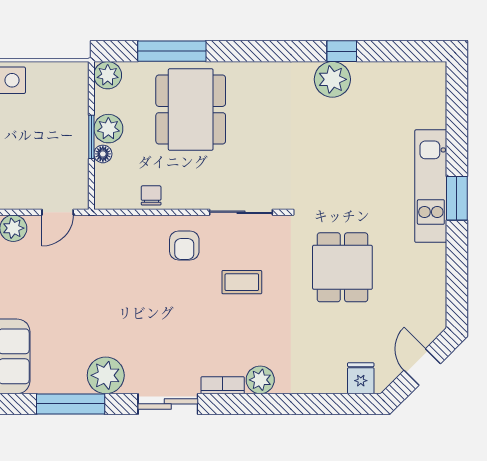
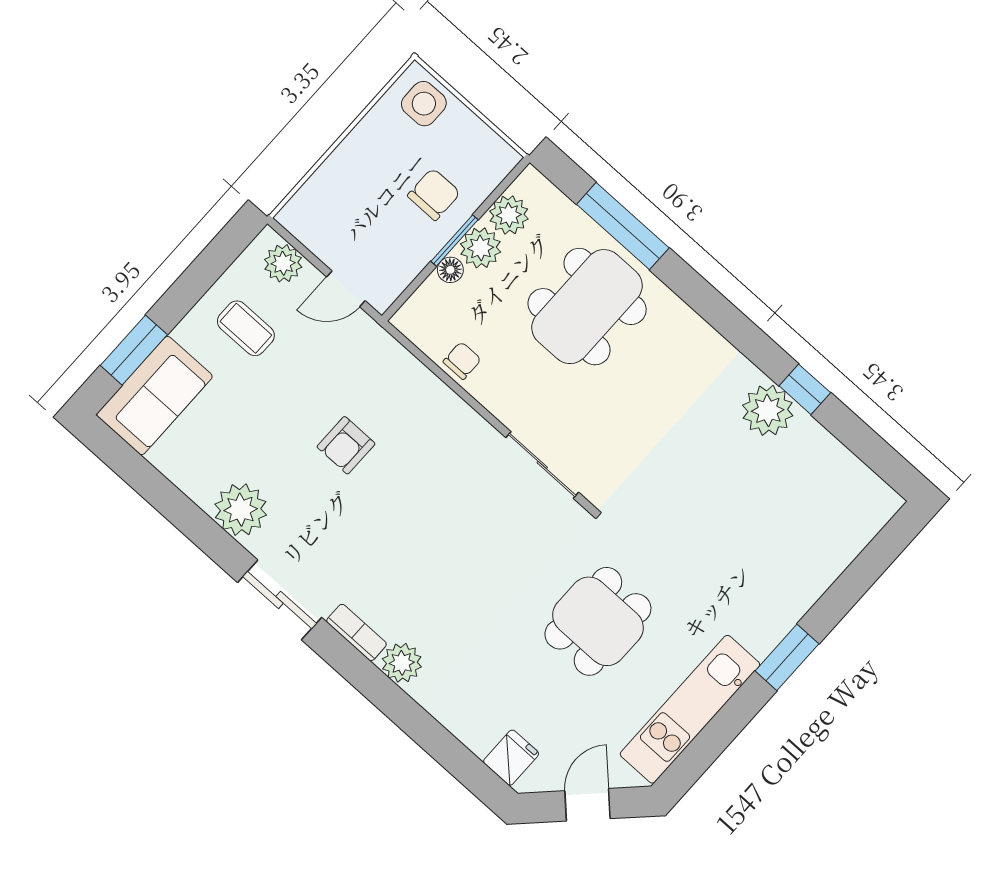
plant: (108, 75) -> (509, 215), moved
chair: (59, 122) -> (434, 194), added
kitchen unit: (431, 186) -> (690, 709), moved
armchair: (184, 246) -> (346, 445), moved
coffee table: (242, 282) -> (246, 328), moved
window: (71, 404) -> (176, 507), removed

